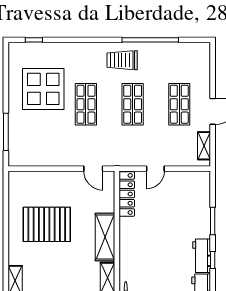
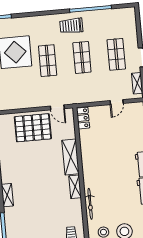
door: (155, 169) -> (117, 102), moved
locker: (127, 194) -> (83, 118), width x0.66
pallet: (47, 224) -> (33, 128), moved

